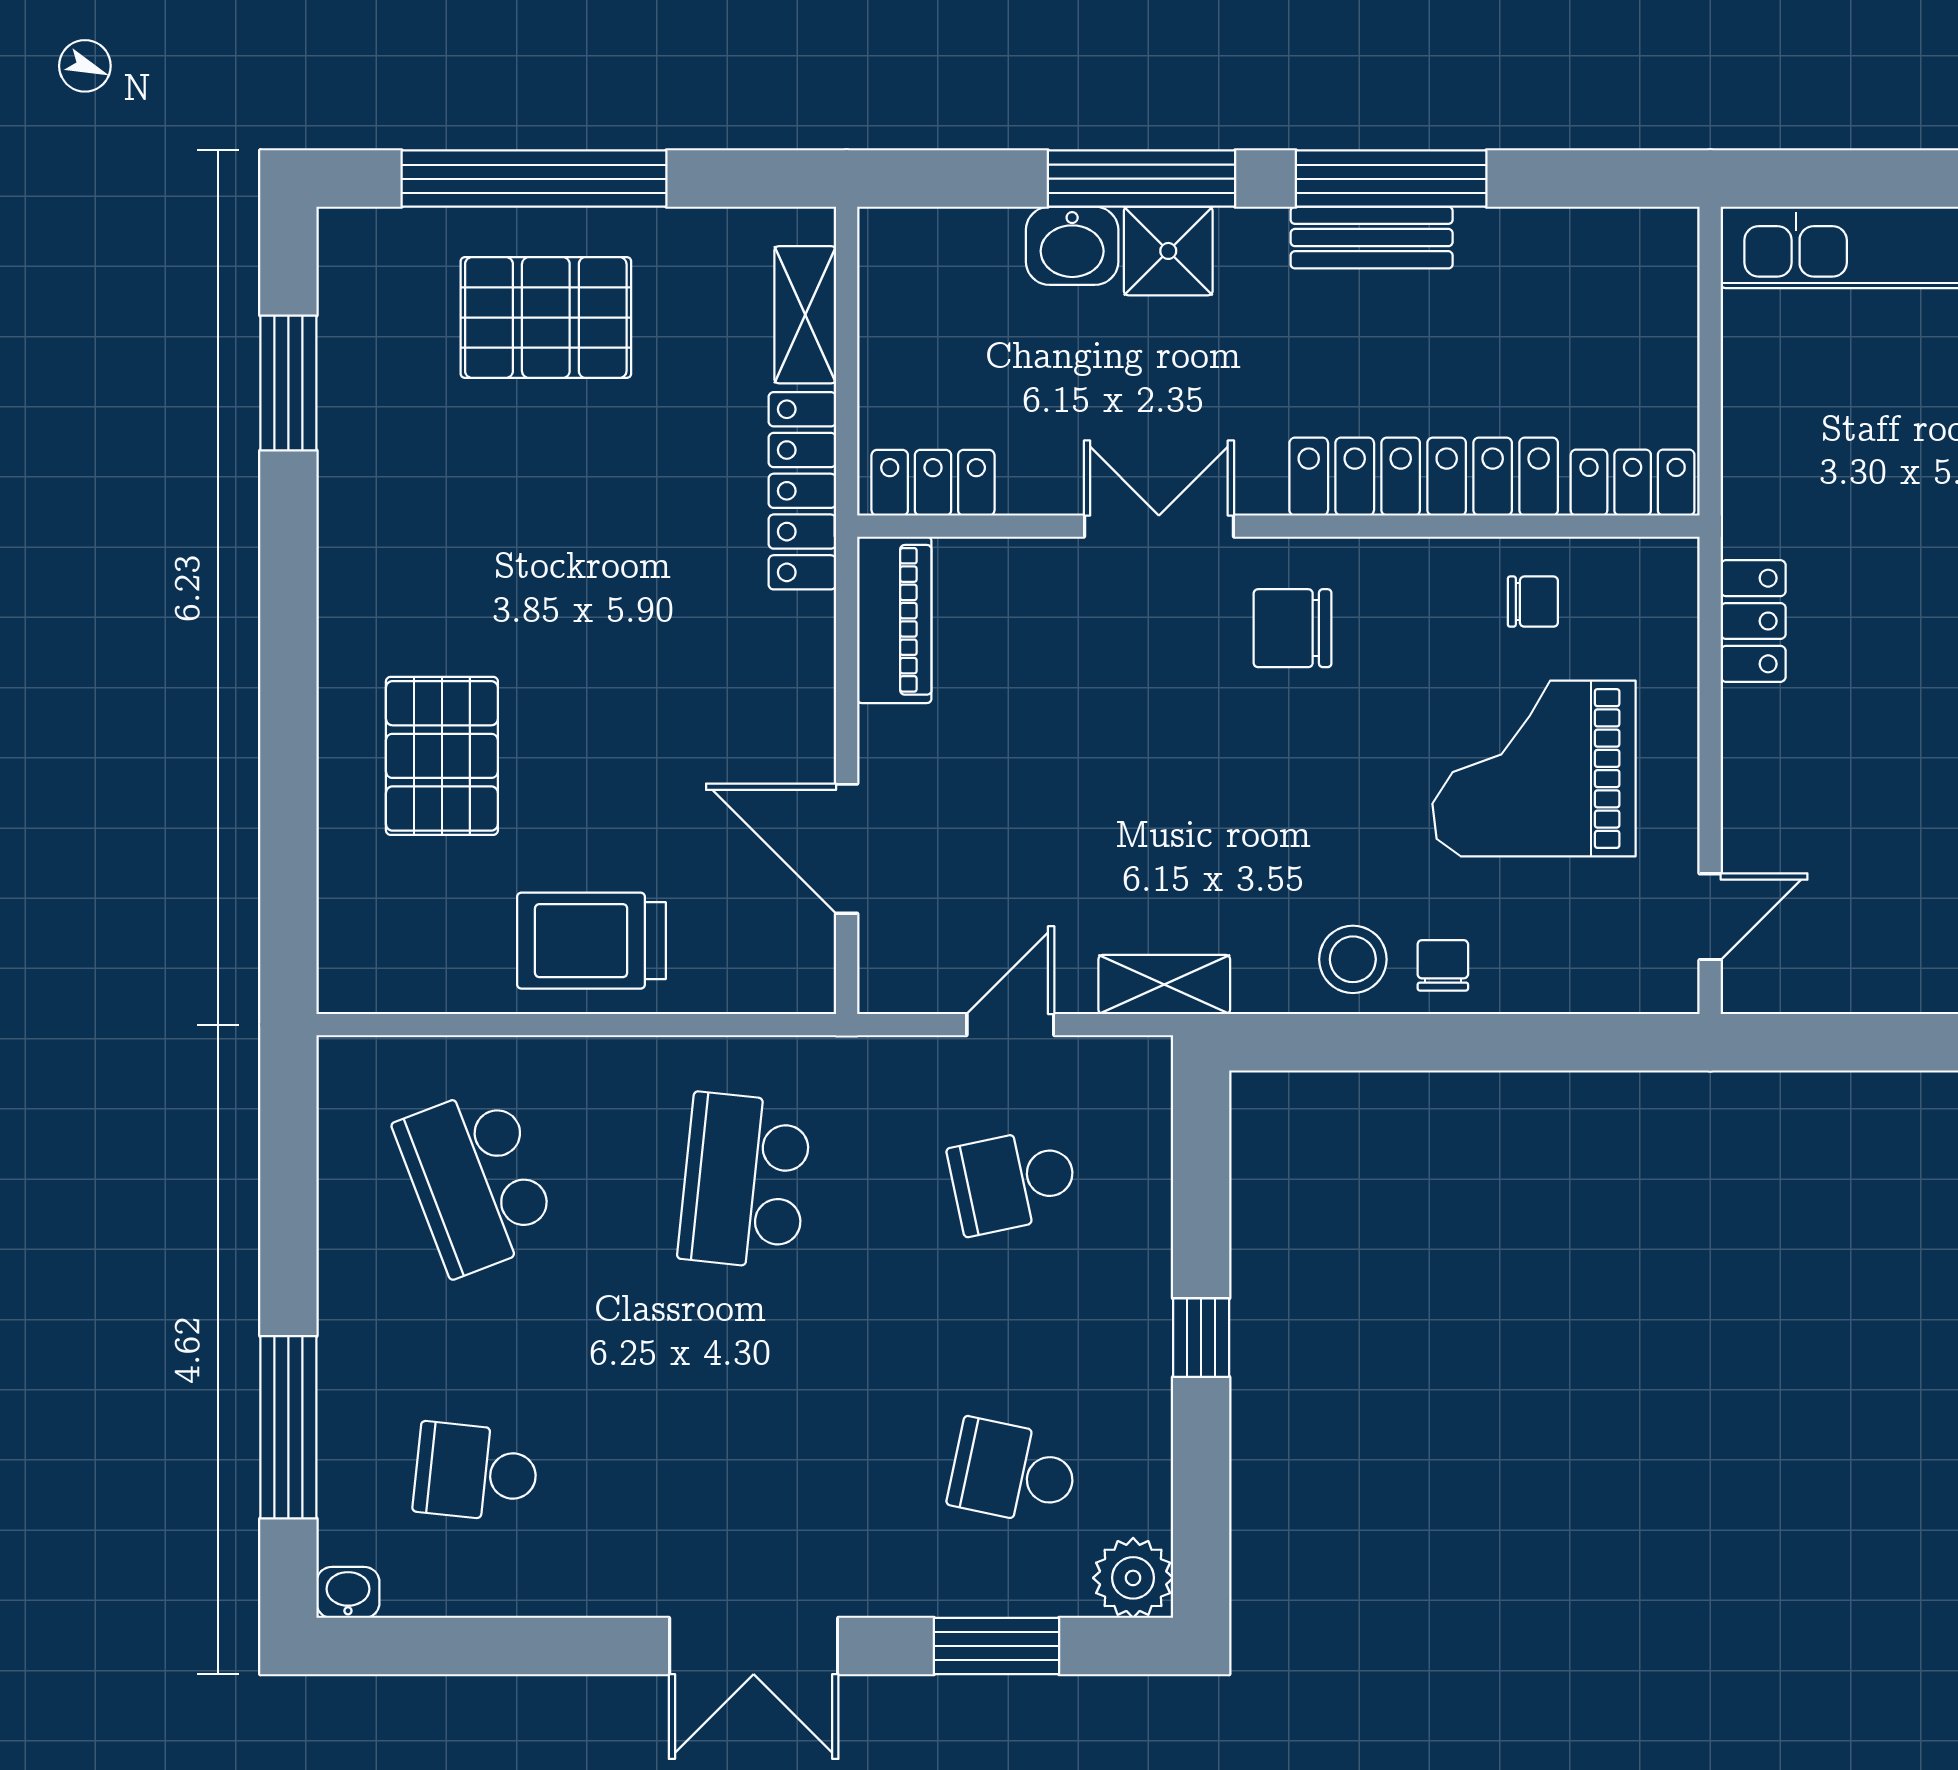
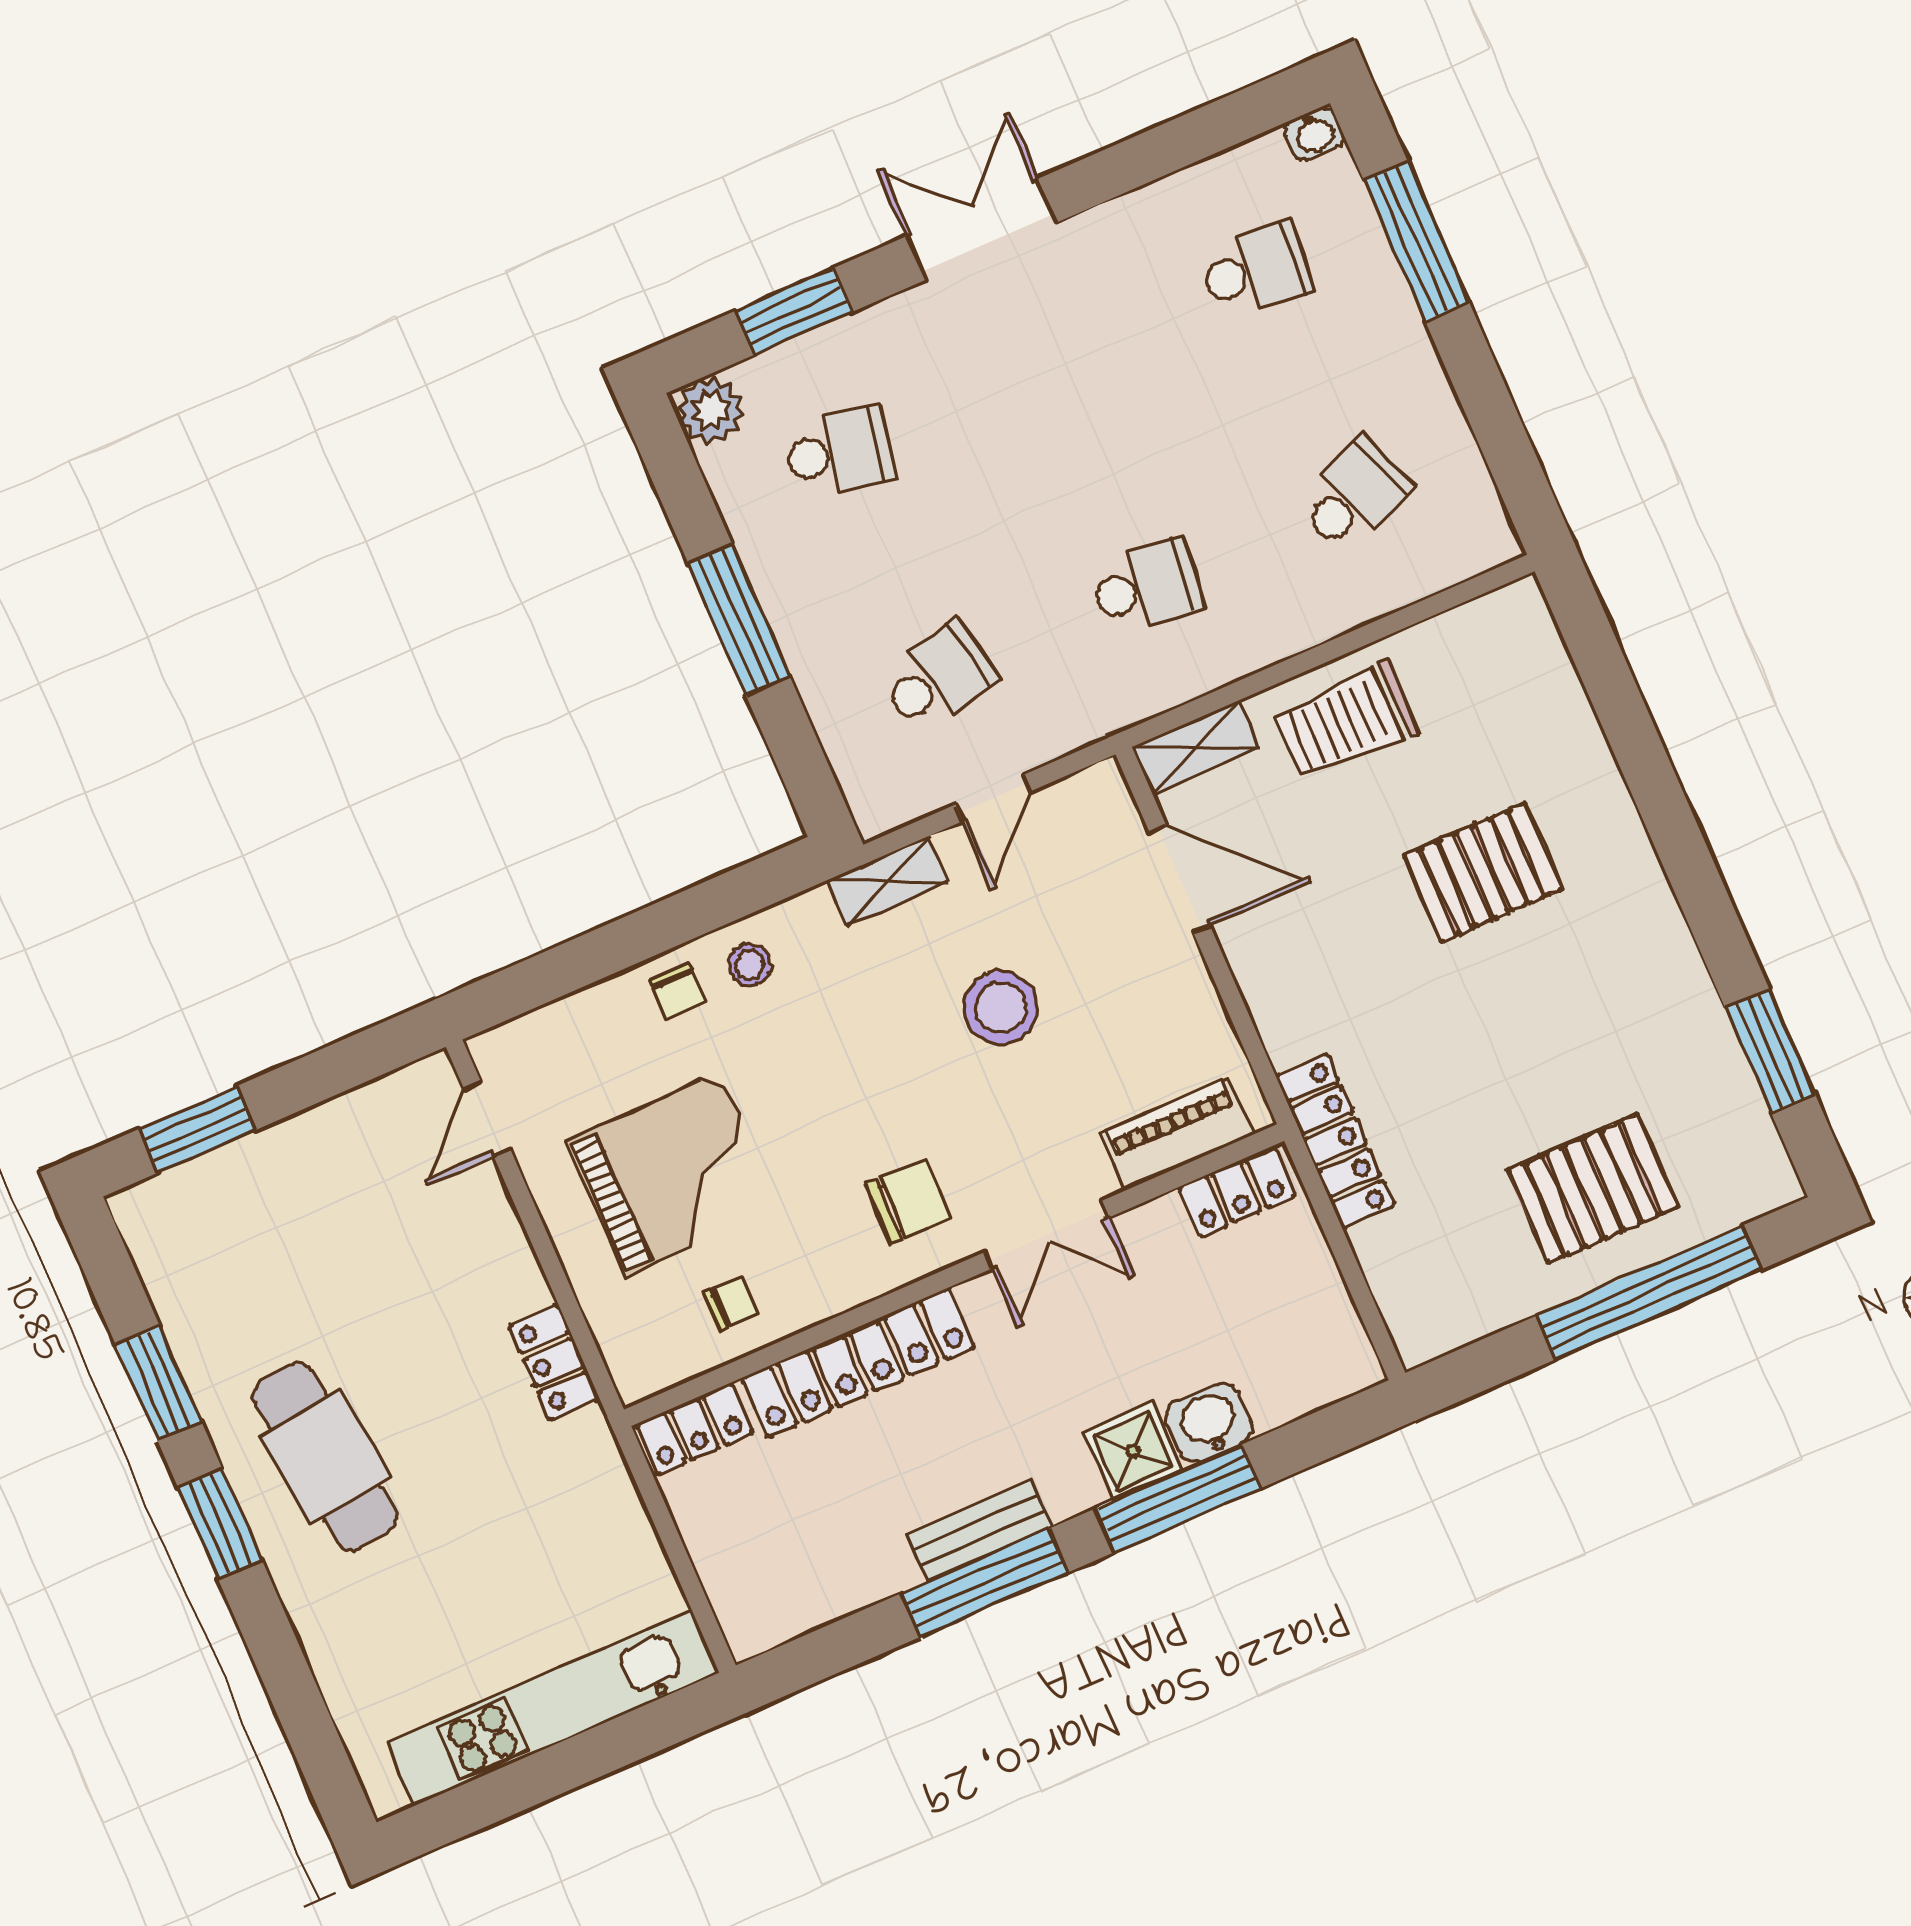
shelving: (805, 315) -> (1195, 748), moved, turned 90
chair: (1533, 602) -> (731, 1303), turned 180
piano: (894, 620) -> (1177, 1134), moved, turned 90
pallet: (442, 756) -> (1483, 872), moved, turned 90
stool: (1101, 794) -> (1001, 1007), added
trolley: (591, 941) -> (1346, 721), turned 180
stool: (1353, 959) -> (750, 965), width x0.73, depth x0.73
school desk: (476, 1181) -> (1354, 496), width x0.54
school desk: (745, 1181) -> (1146, 587), width x0.54
window: (1201, 1338) -> (739, 620), width x2.17

